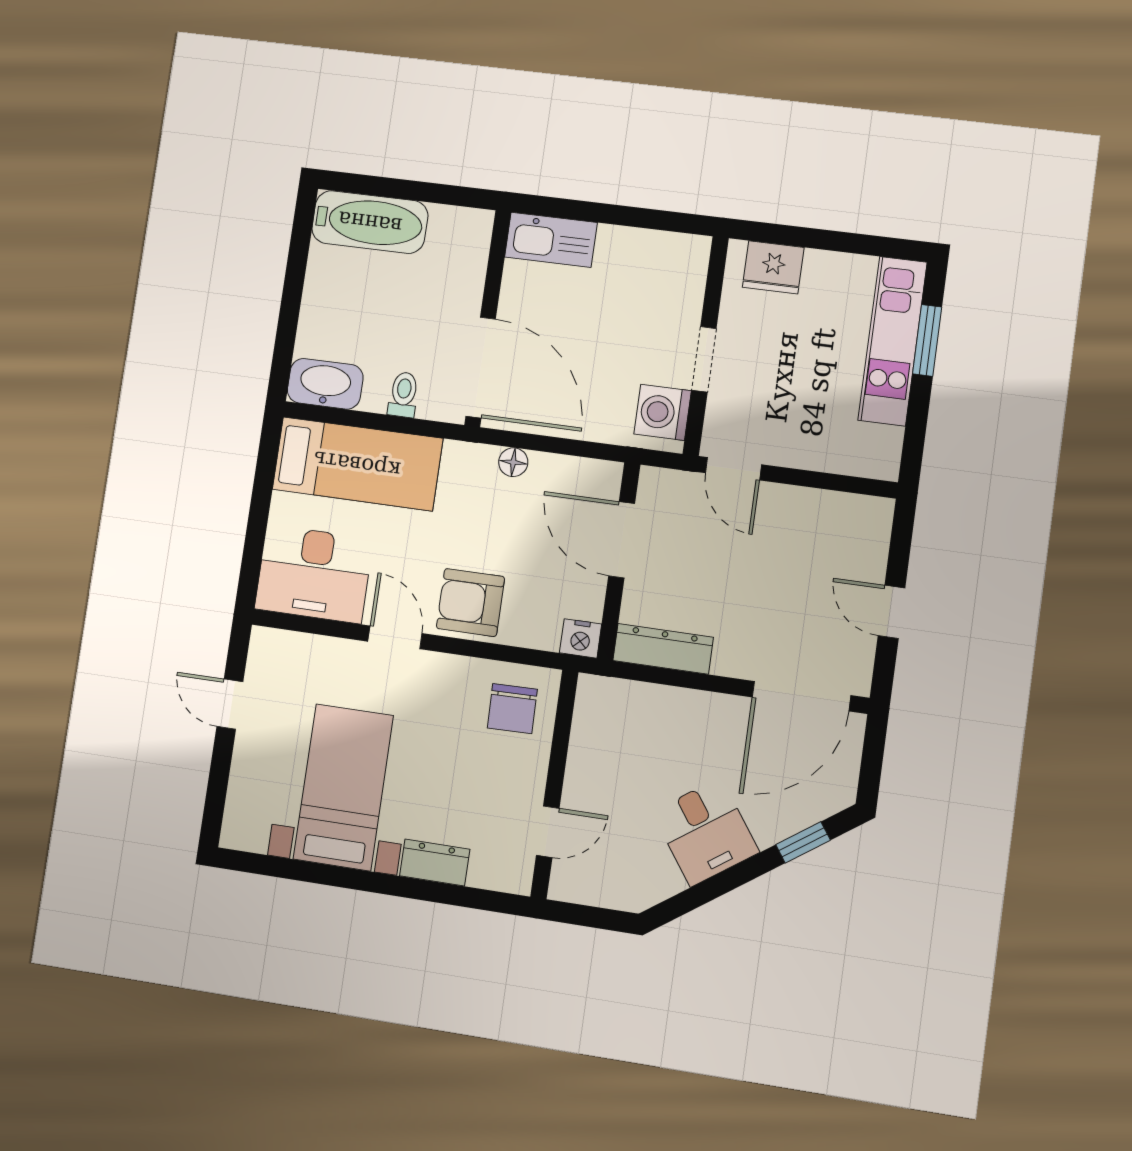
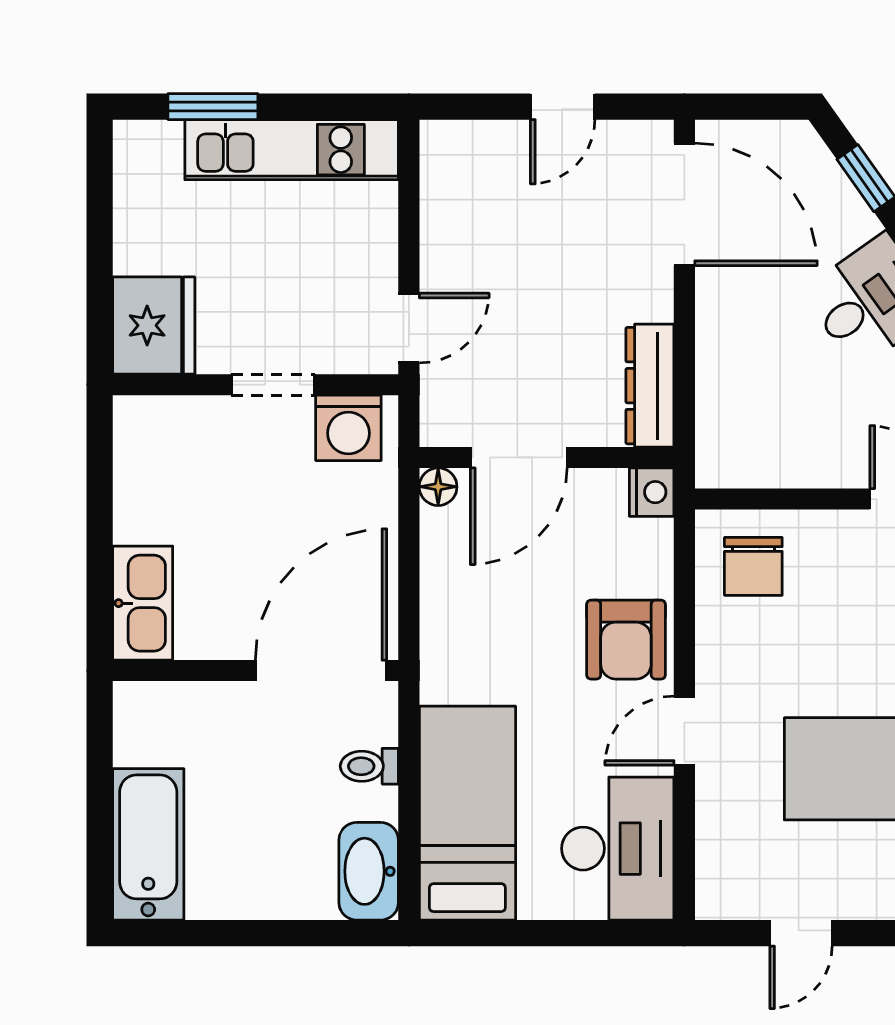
fridge: (773, 267) -> (154, 325), width x1.36, depth x1.34
kitchen unit: (893, 341) -> (292, 150), moved
floor lamp: (513, 462) -> (438, 487), moved
chair: (512, 709) -> (753, 566), turned 91

